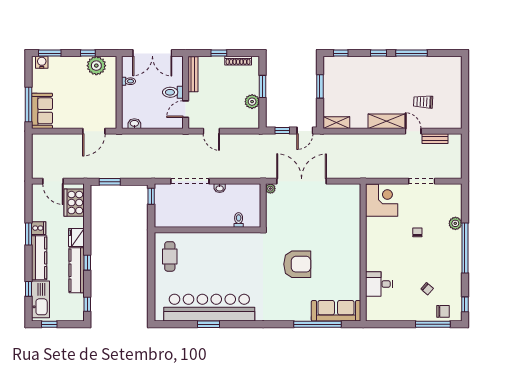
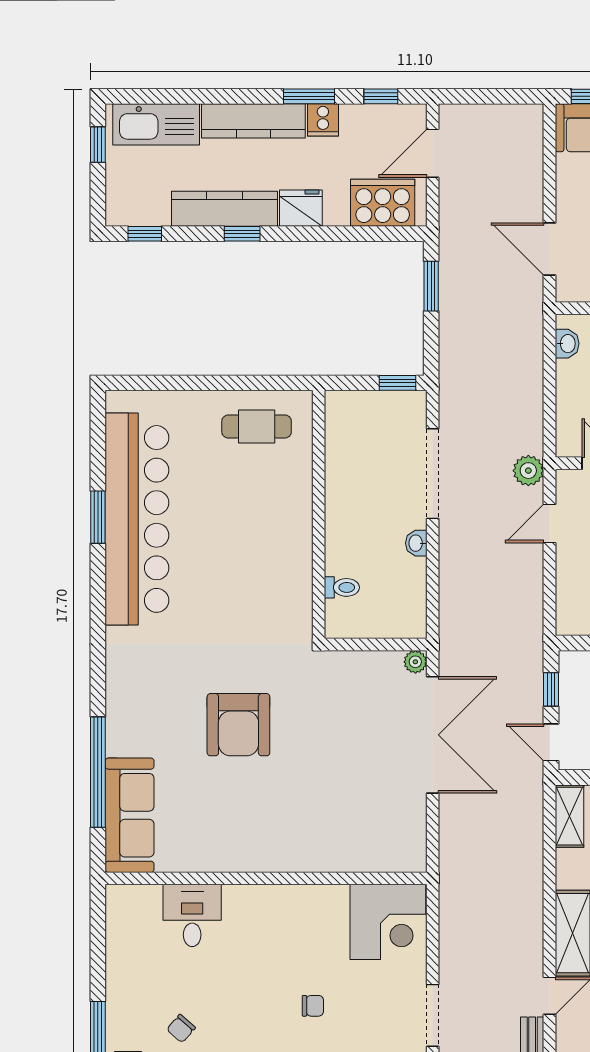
plant: (189, 140) -> (528, 471), added
window: (29, 289) -> (381, 96), moved

